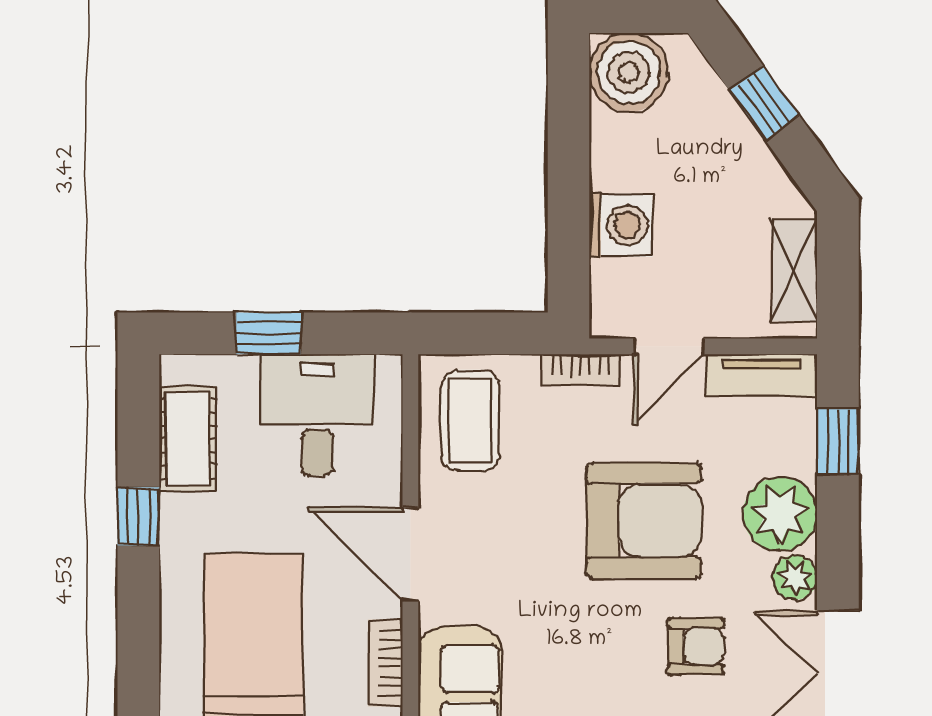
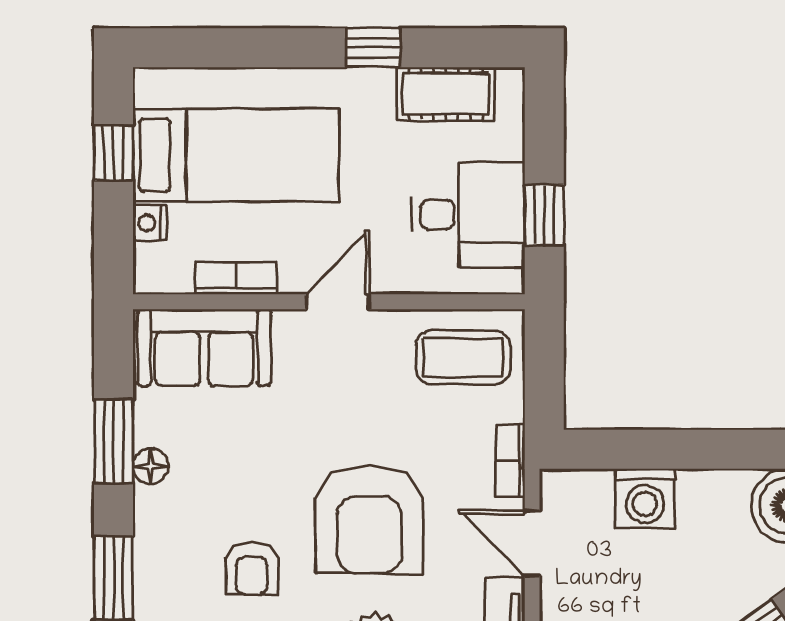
window: (269, 333) -> (544, 215), moved
door: (410, 555) -> (338, 302), width x0.73

